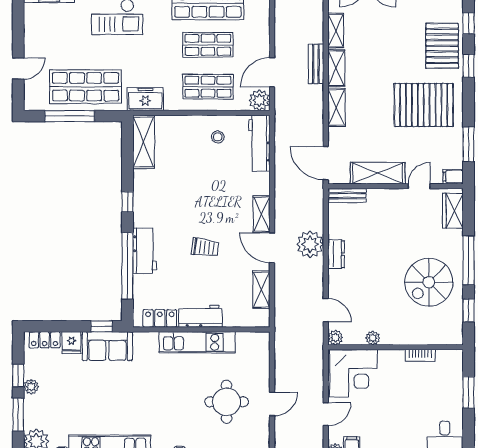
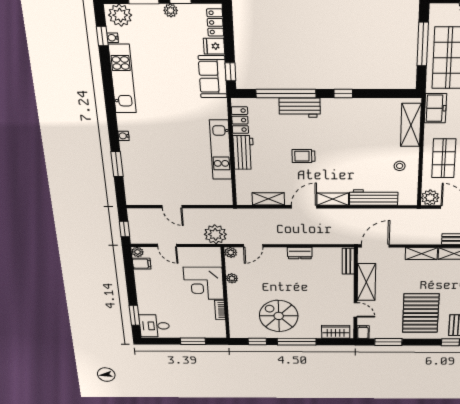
shelving: (143, 142) -> (411, 125), moved, turned 90
workbench: (259, 143) -> (374, 197), moved
plant: (310, 244) -> (215, 234), moved
trolley: (205, 247) -> (303, 156), turned 83
corner desk: (353, 373) -> (204, 283), moved
round table: (227, 402) -> (171, 173), removed

